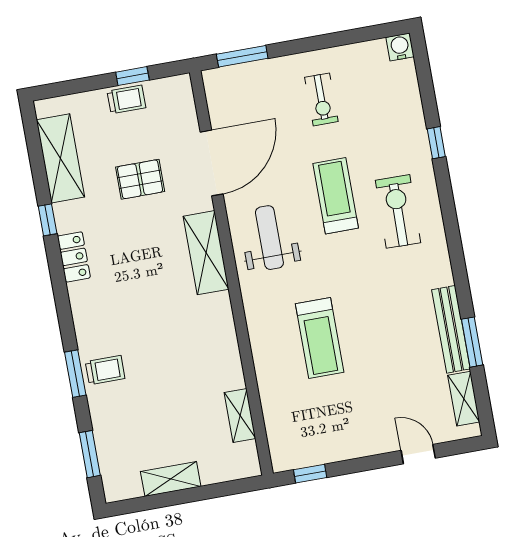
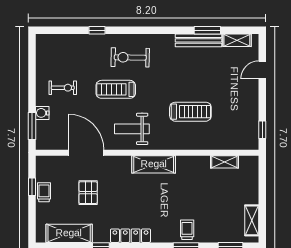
water cooler: (400, 47) -> (42, 113), moved
shelving: (206, 253) -> (154, 164), moved
locker: (74, 257) -> (130, 236), width x1.53
shelving: (171, 479) -> (252, 220), moved

